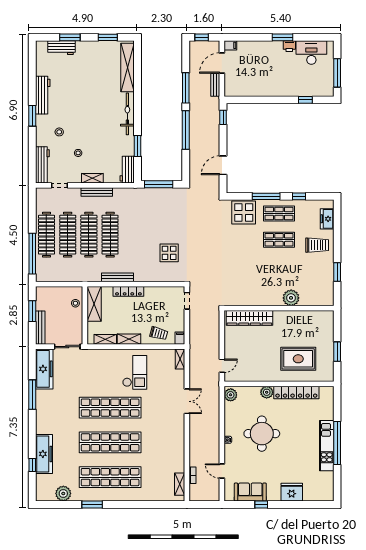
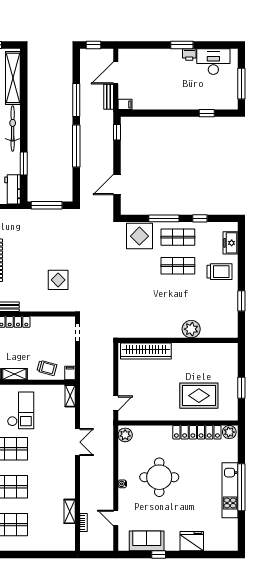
filing cabinet: (230, 45) -> (125, 104), moved
plant: (267, 392) -> (229, 432), moved
shelving: (180, 484) -> (70, 511), moved

